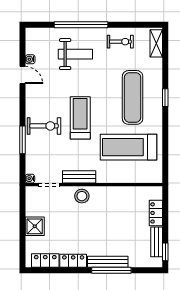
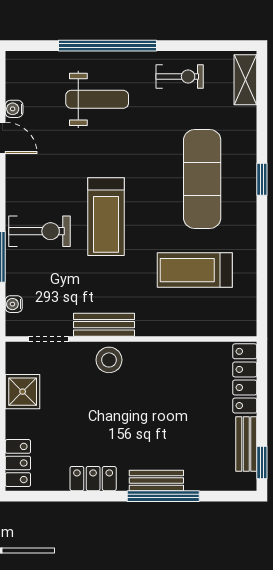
treadmill: (80, 118) -> (106, 217), turned 180
treadmill: (129, 147) -> (195, 270), width x0.73, depth x0.73
water cooler: (30, 179) -> (14, 304), moved
locker: (156, 213) -> (245, 378), width x1.53
shower: (35, 226) -> (23, 392), moved
locker: (45, 261) -> (18, 463), moved, turned 90
bench: (108, 262) -> (156, 480), width x0.73

